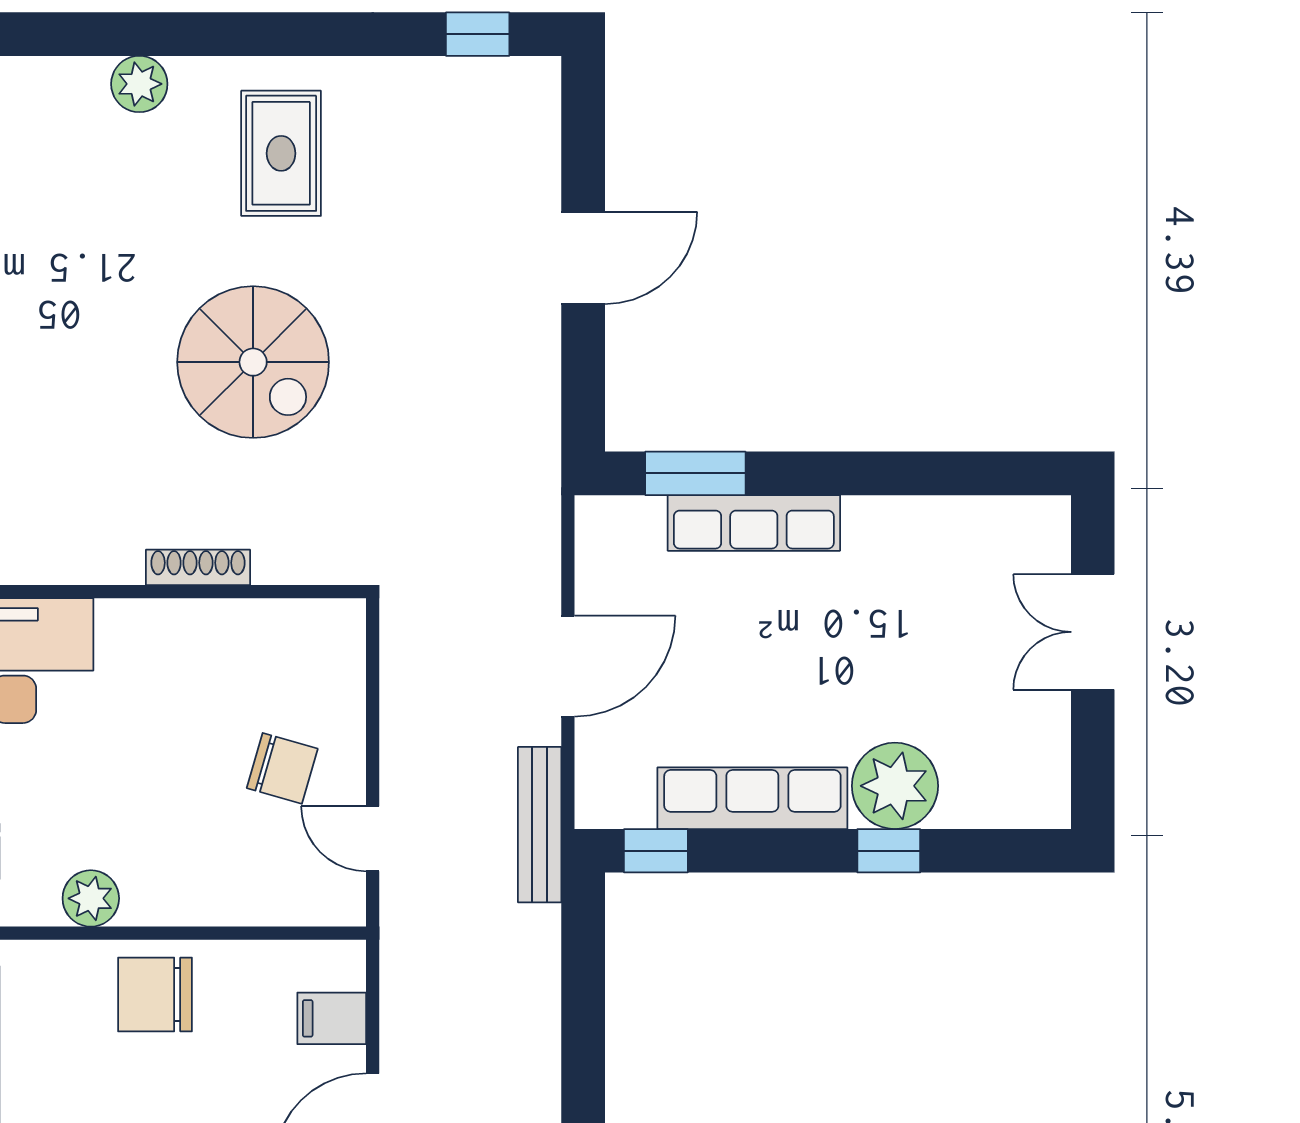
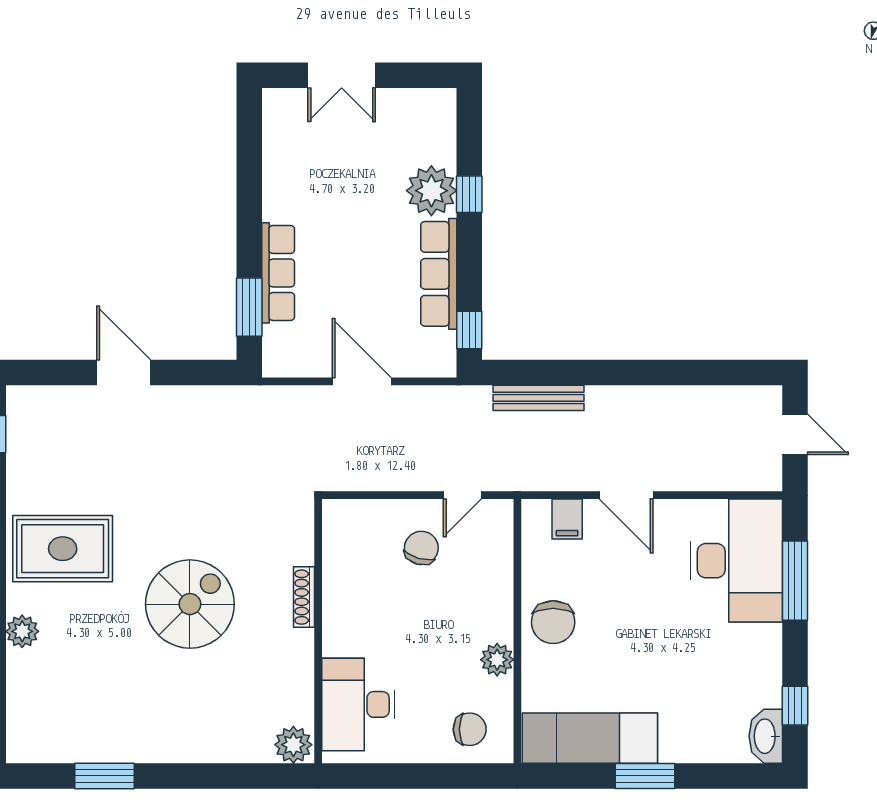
rug: (281, 153) -> (63, 549), width x1.36, depth x1.43
spiral stairs: (253, 362) -> (190, 604), moved
bench: (540, 825) -> (538, 398), moved

